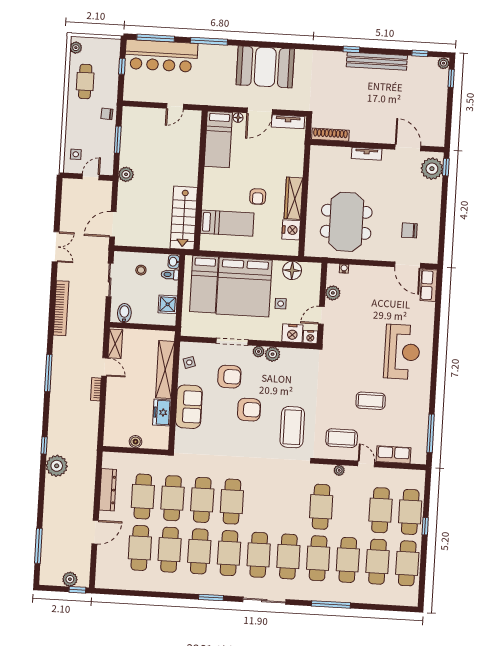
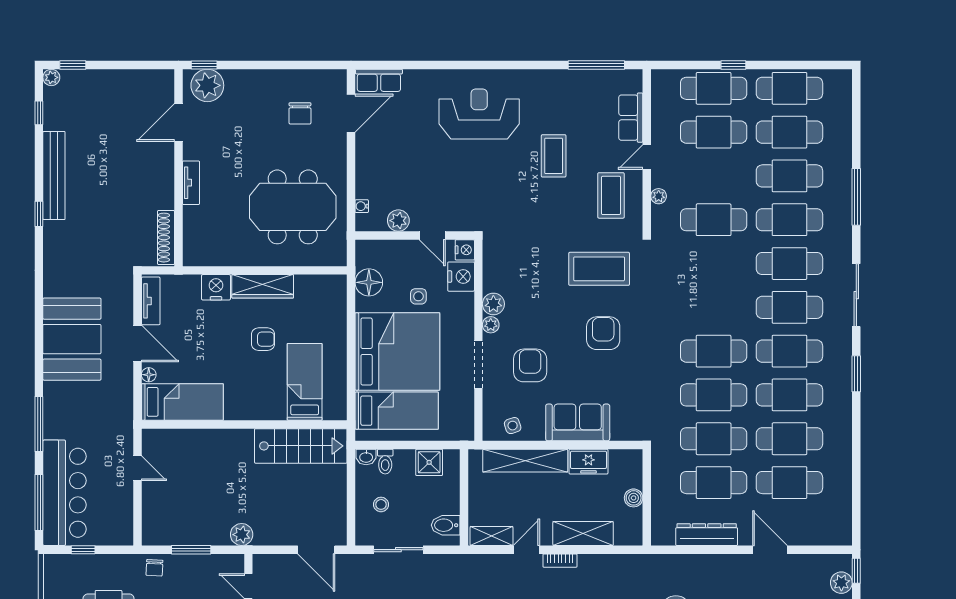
nightstand: (291, 230) -> (216, 287), moved
shelving: (113, 406) -> (583, 534), added
armchair: (249, 410) -> (603, 333), moved

